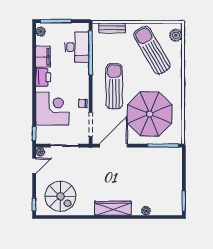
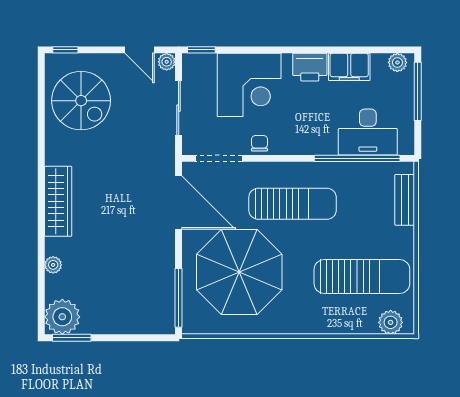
sun lounger: (152, 50) -> (362, 277), turned 30
spiral stairs: (60, 196) -> (81, 101), turned -90
plant: (173, 206) -> (62, 317), added

